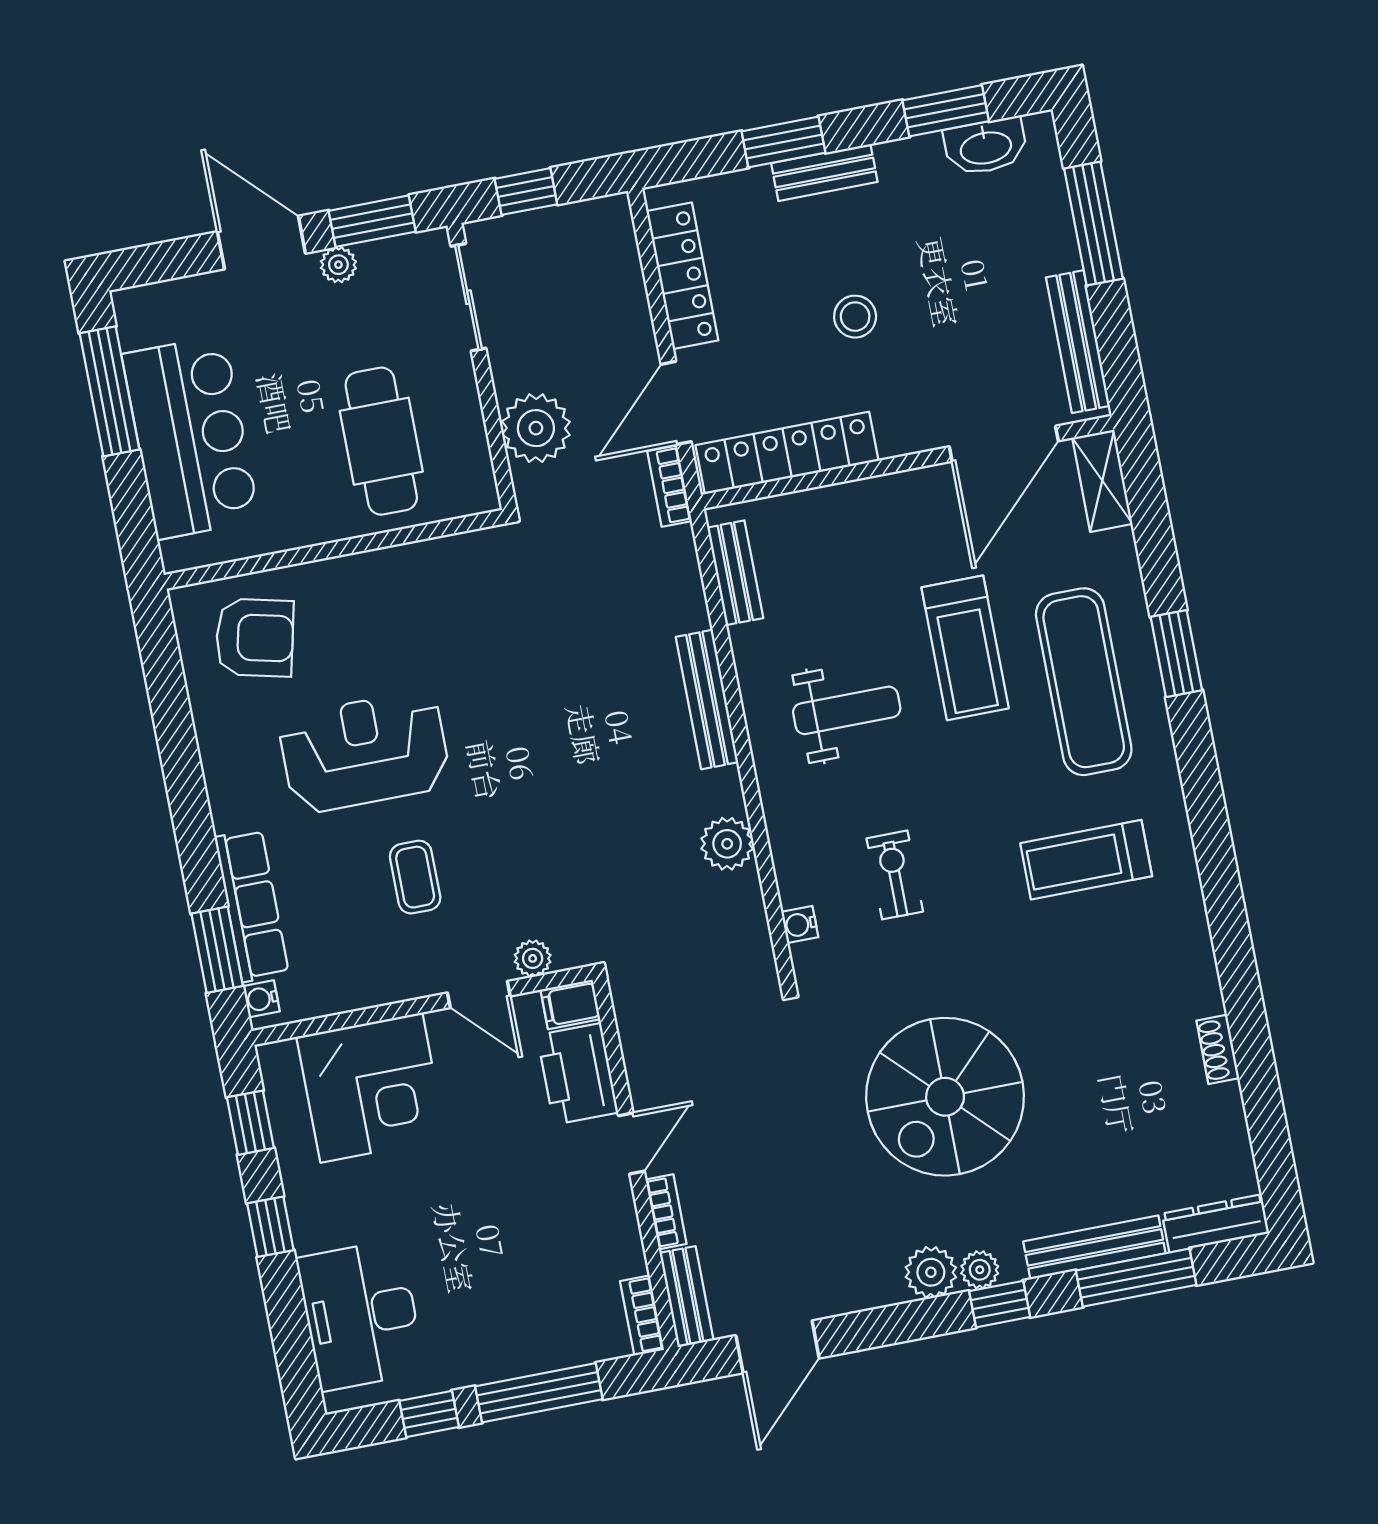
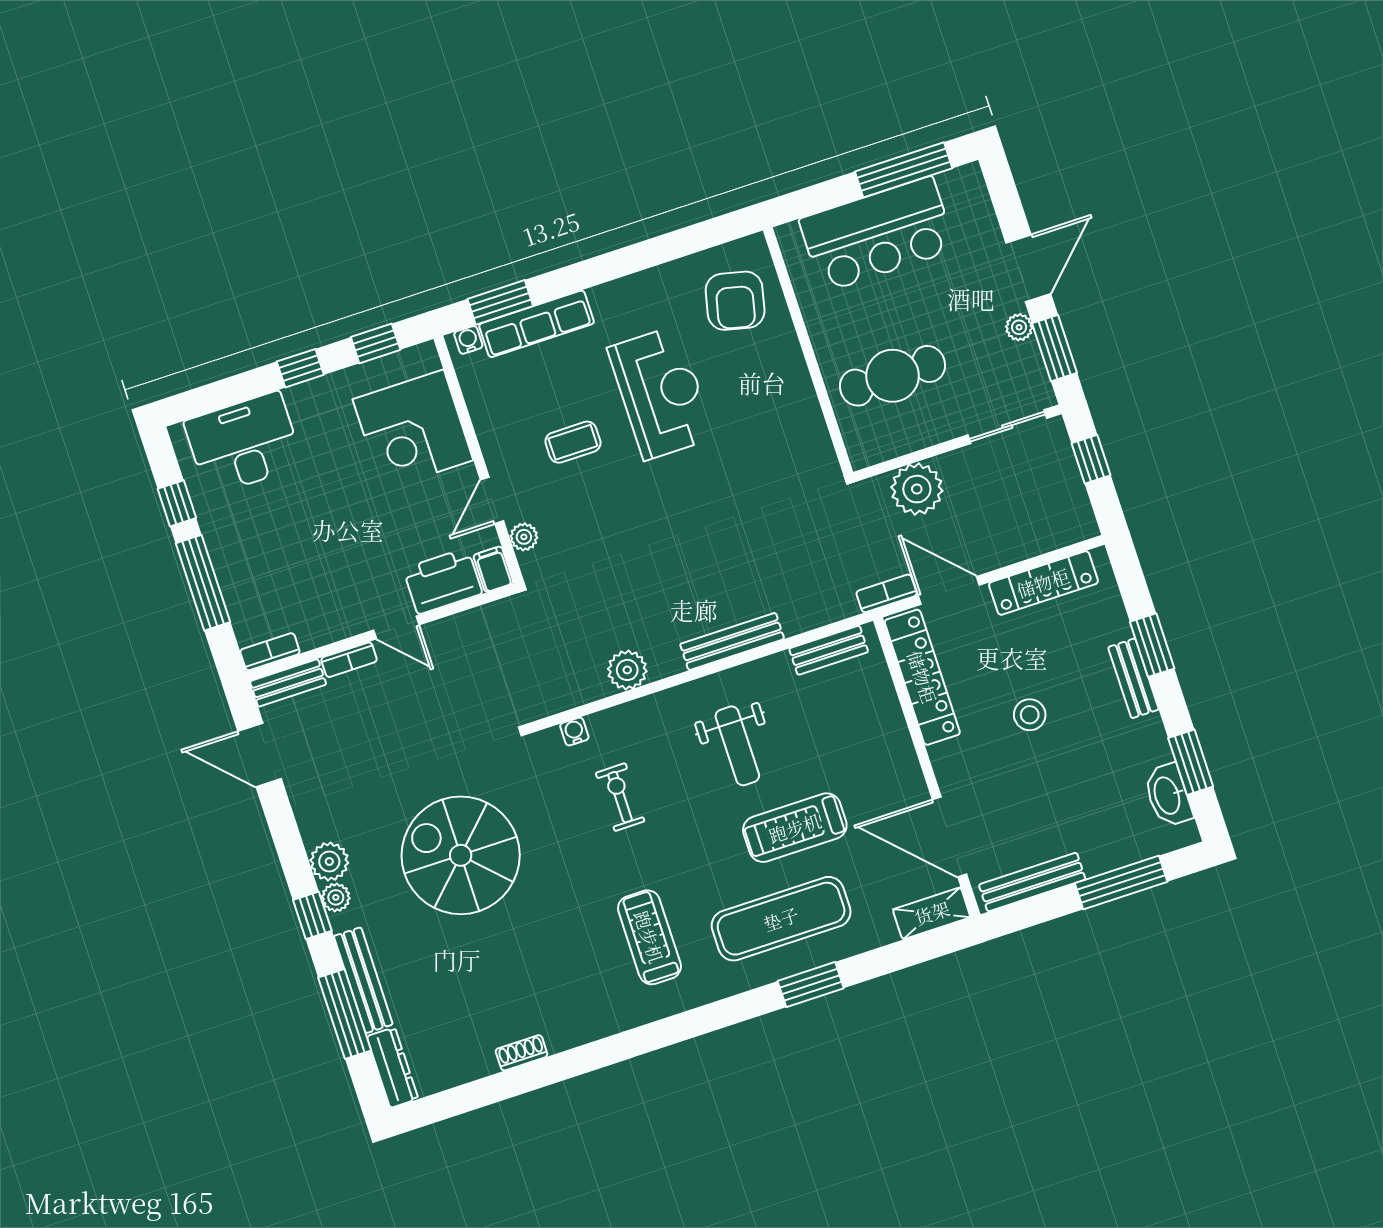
exercise bike: (895, 875) -> (620, 797), turned -90

